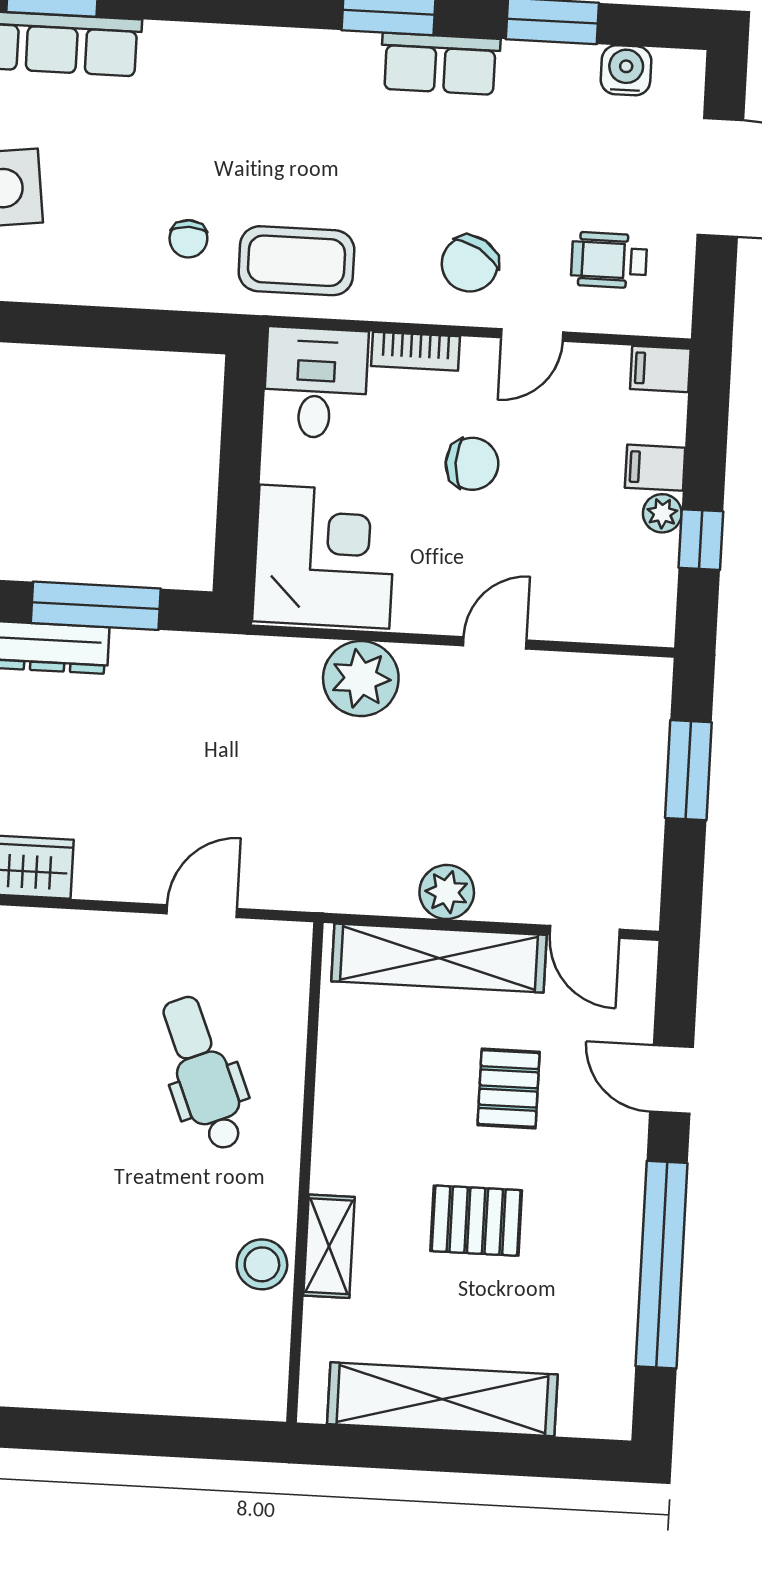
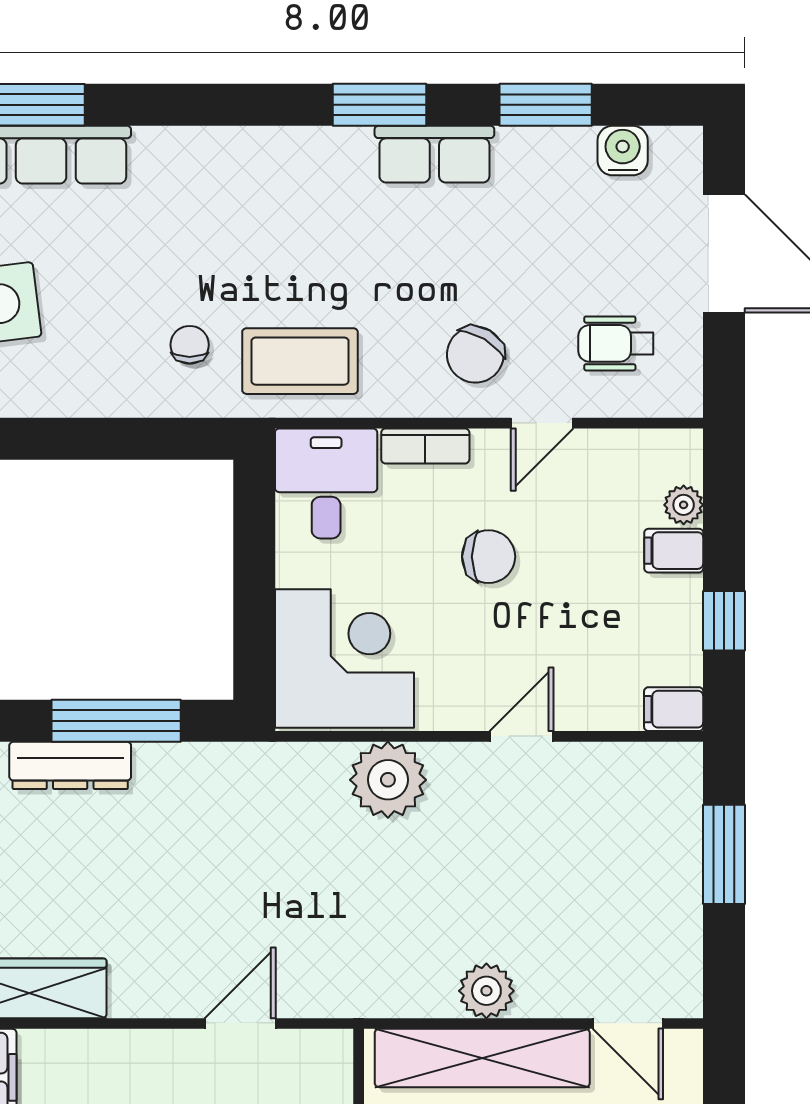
chair: (188, 239) -> (190, 345), turned 180
filing cabinet: (660, 369) -> (674, 709), moved
plant: (662, 513) -> (684, 505), moved

